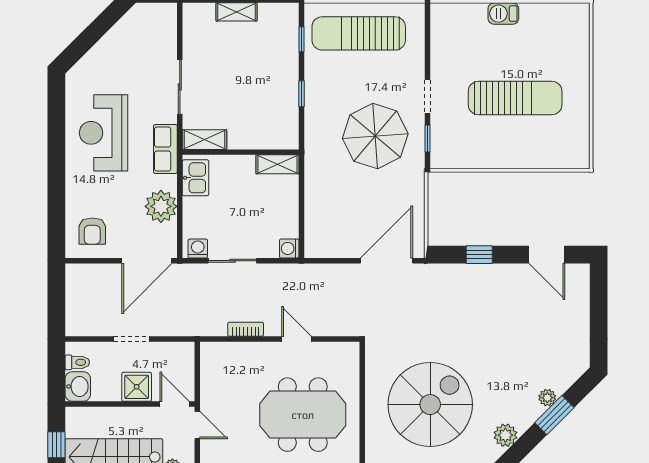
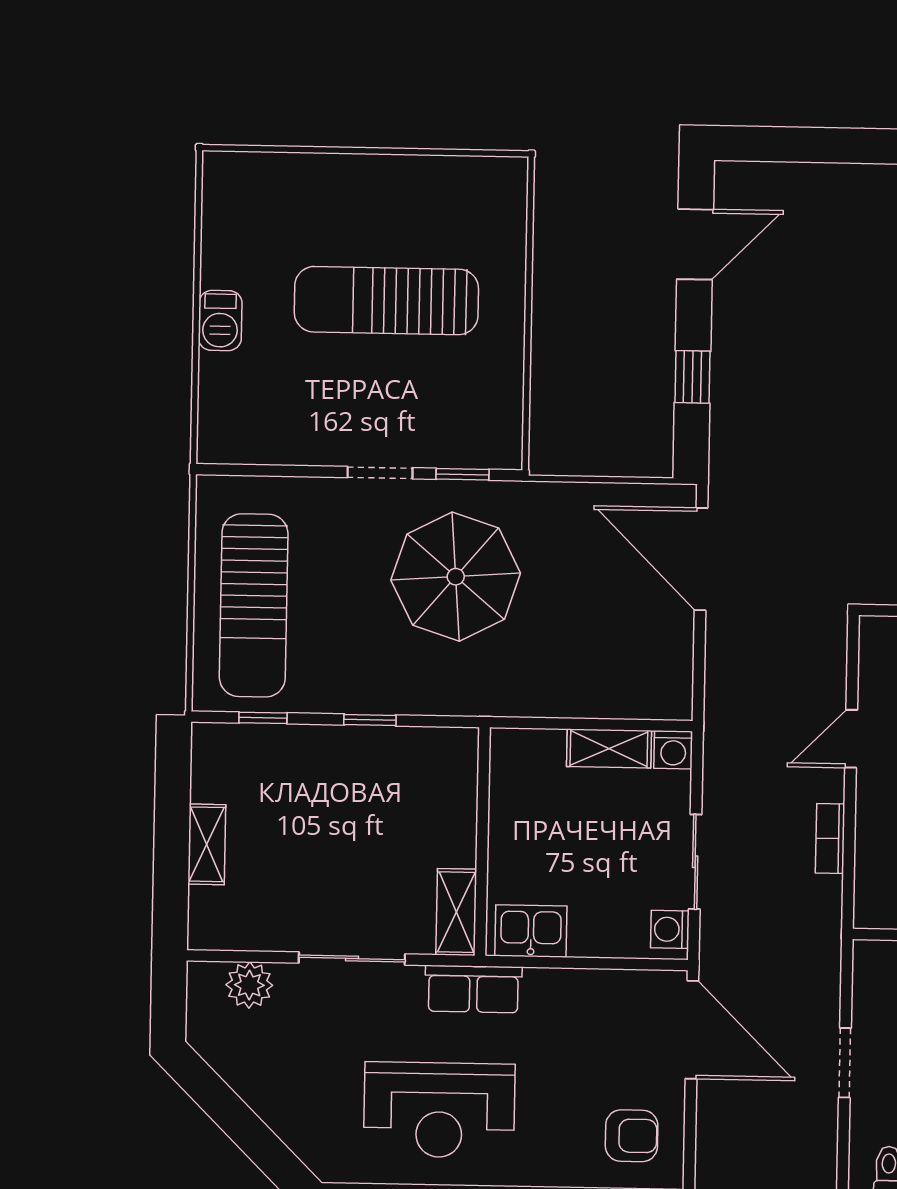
sun lounger: (515, 98) -> (386, 301), turned -90
shelving: (277, 164) -> (609, 749), moved, turned 90
plant: (161, 206) -> (249, 985), moved, width x0.73, depth x0.73

